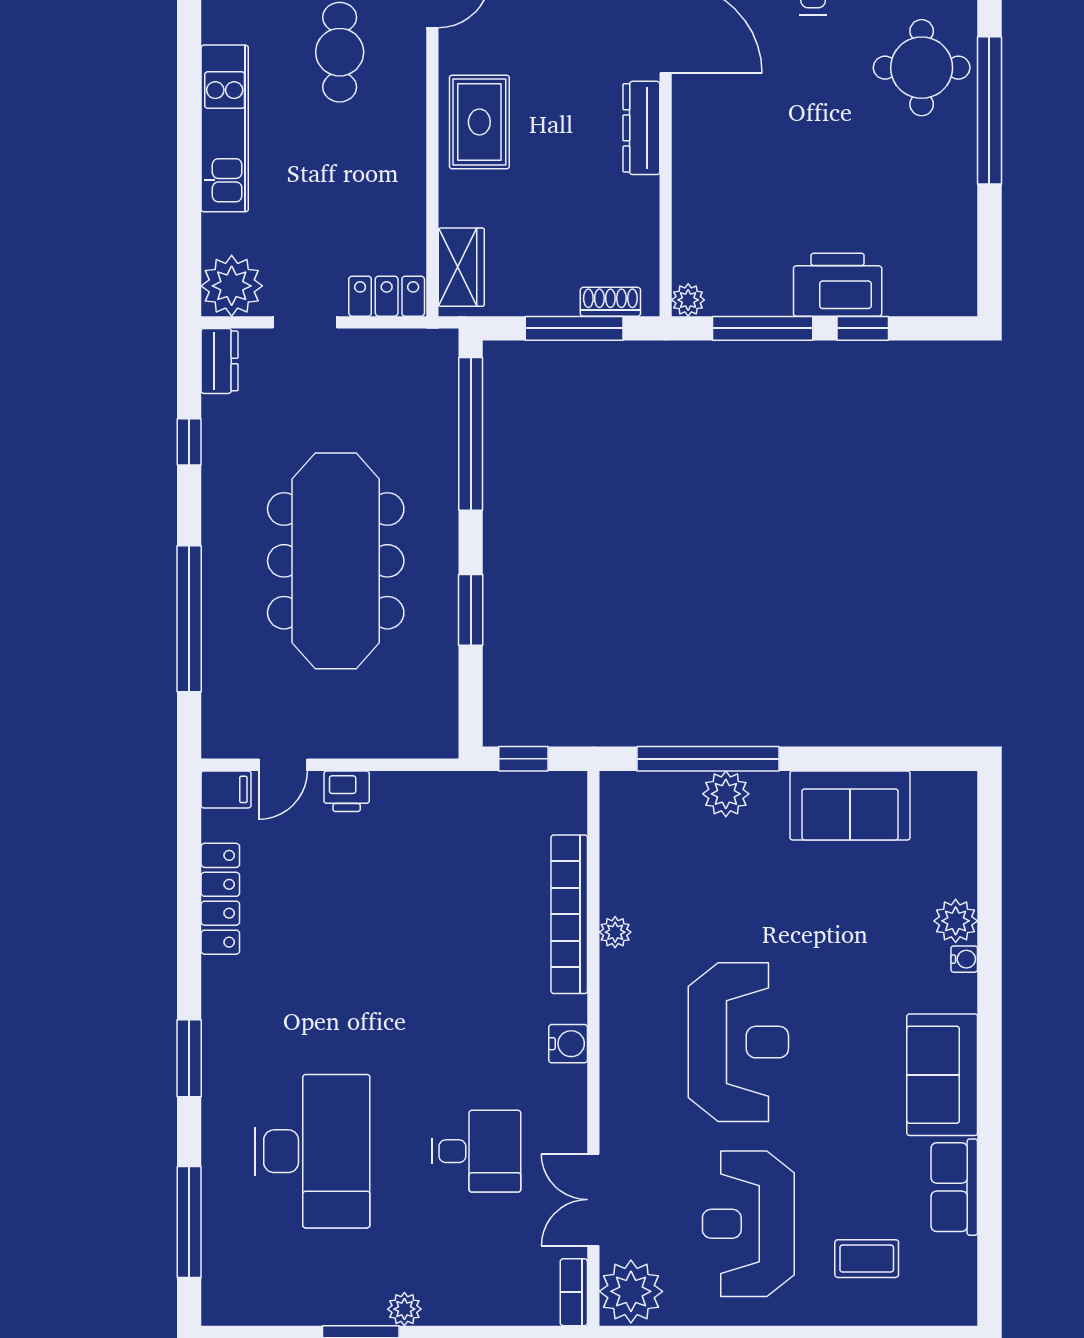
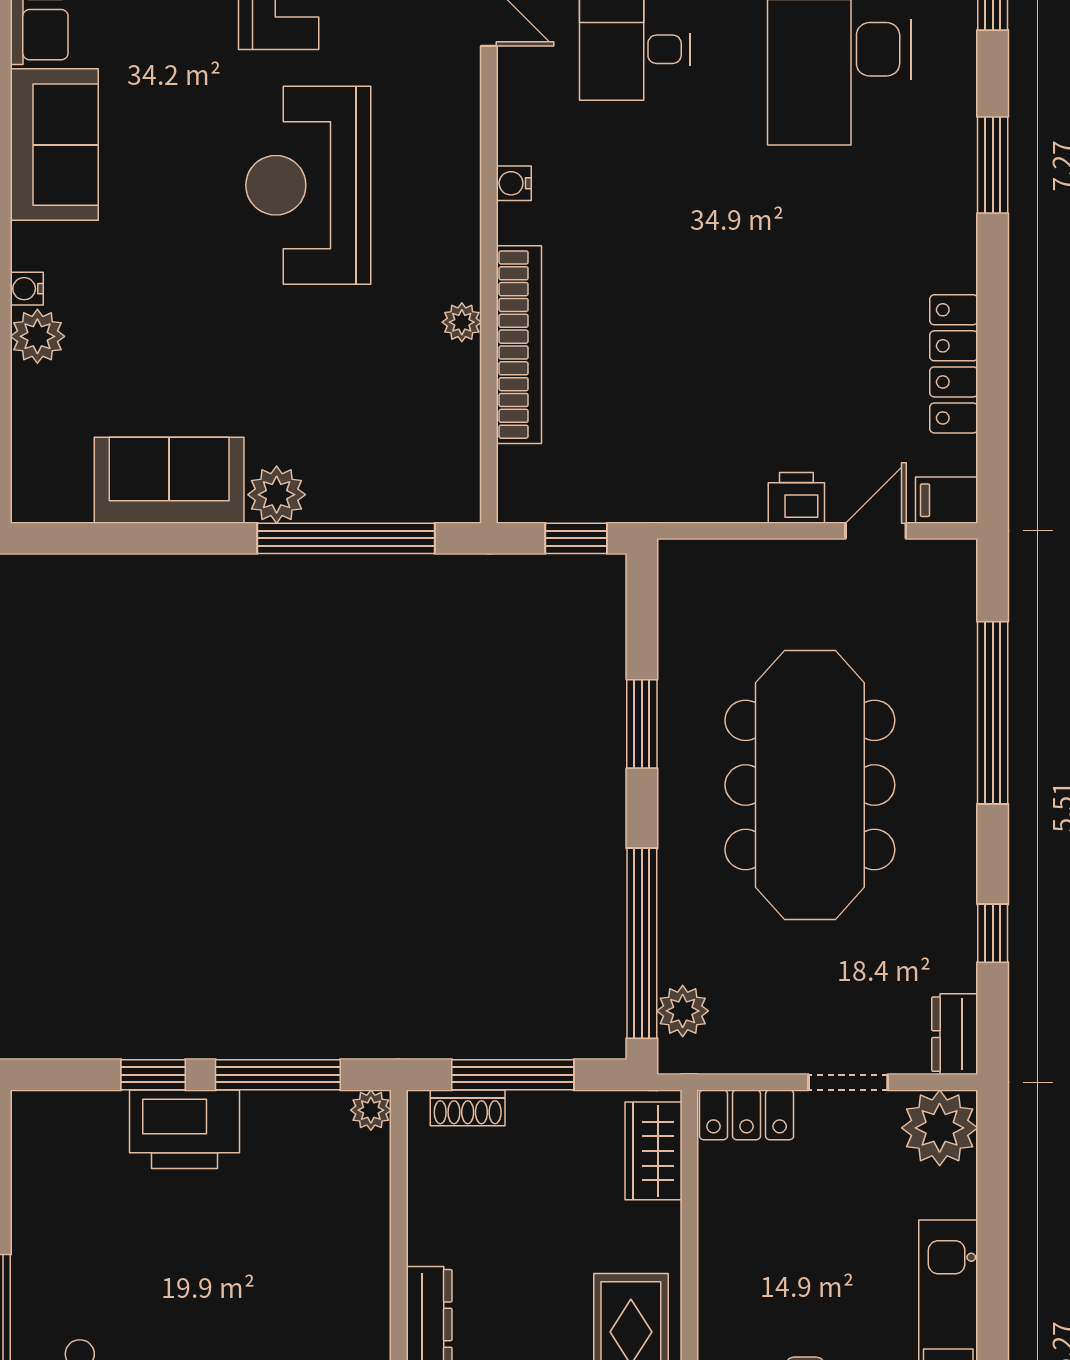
plant: (438, 380) -> (683, 1011), added
plant: (726, 794) -> (277, 495), moved
water cooler: (568, 1044) -> (514, 183), width x0.72, depth x0.72

